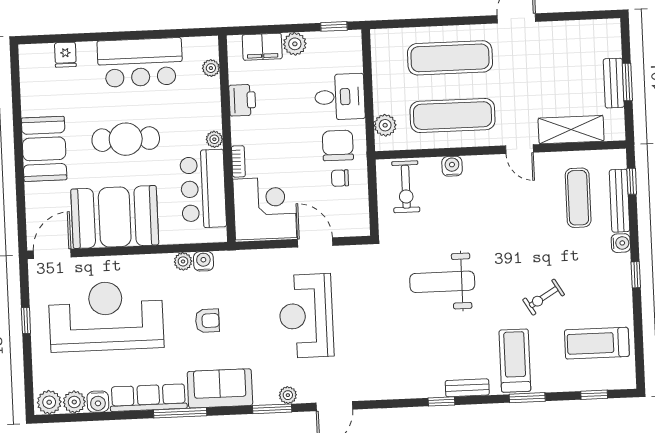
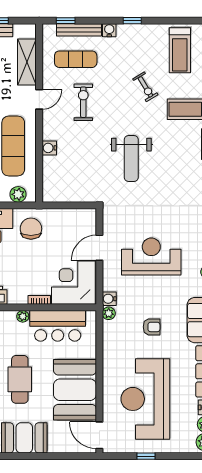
chair: (338, 145) -> (31, 229), turned 90
chair: (340, 178) -> (54, 228), removed
exercise bike: (406, 187) -> (83, 102), moved, turned -90
plant: (183, 261) -> (109, 313), moved
water cooler: (203, 261) -> (109, 299), moved
reception desk: (306, 316) -> (151, 256), turned 180
armchair: (207, 321) -> (152, 327), turned 90

